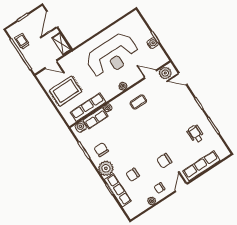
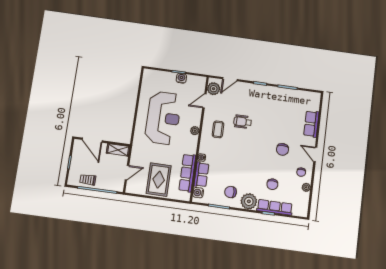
wheelchair: (196, 134) -> (243, 122), moved
row of seats: (201, 166) -> (311, 124), width x0.68

